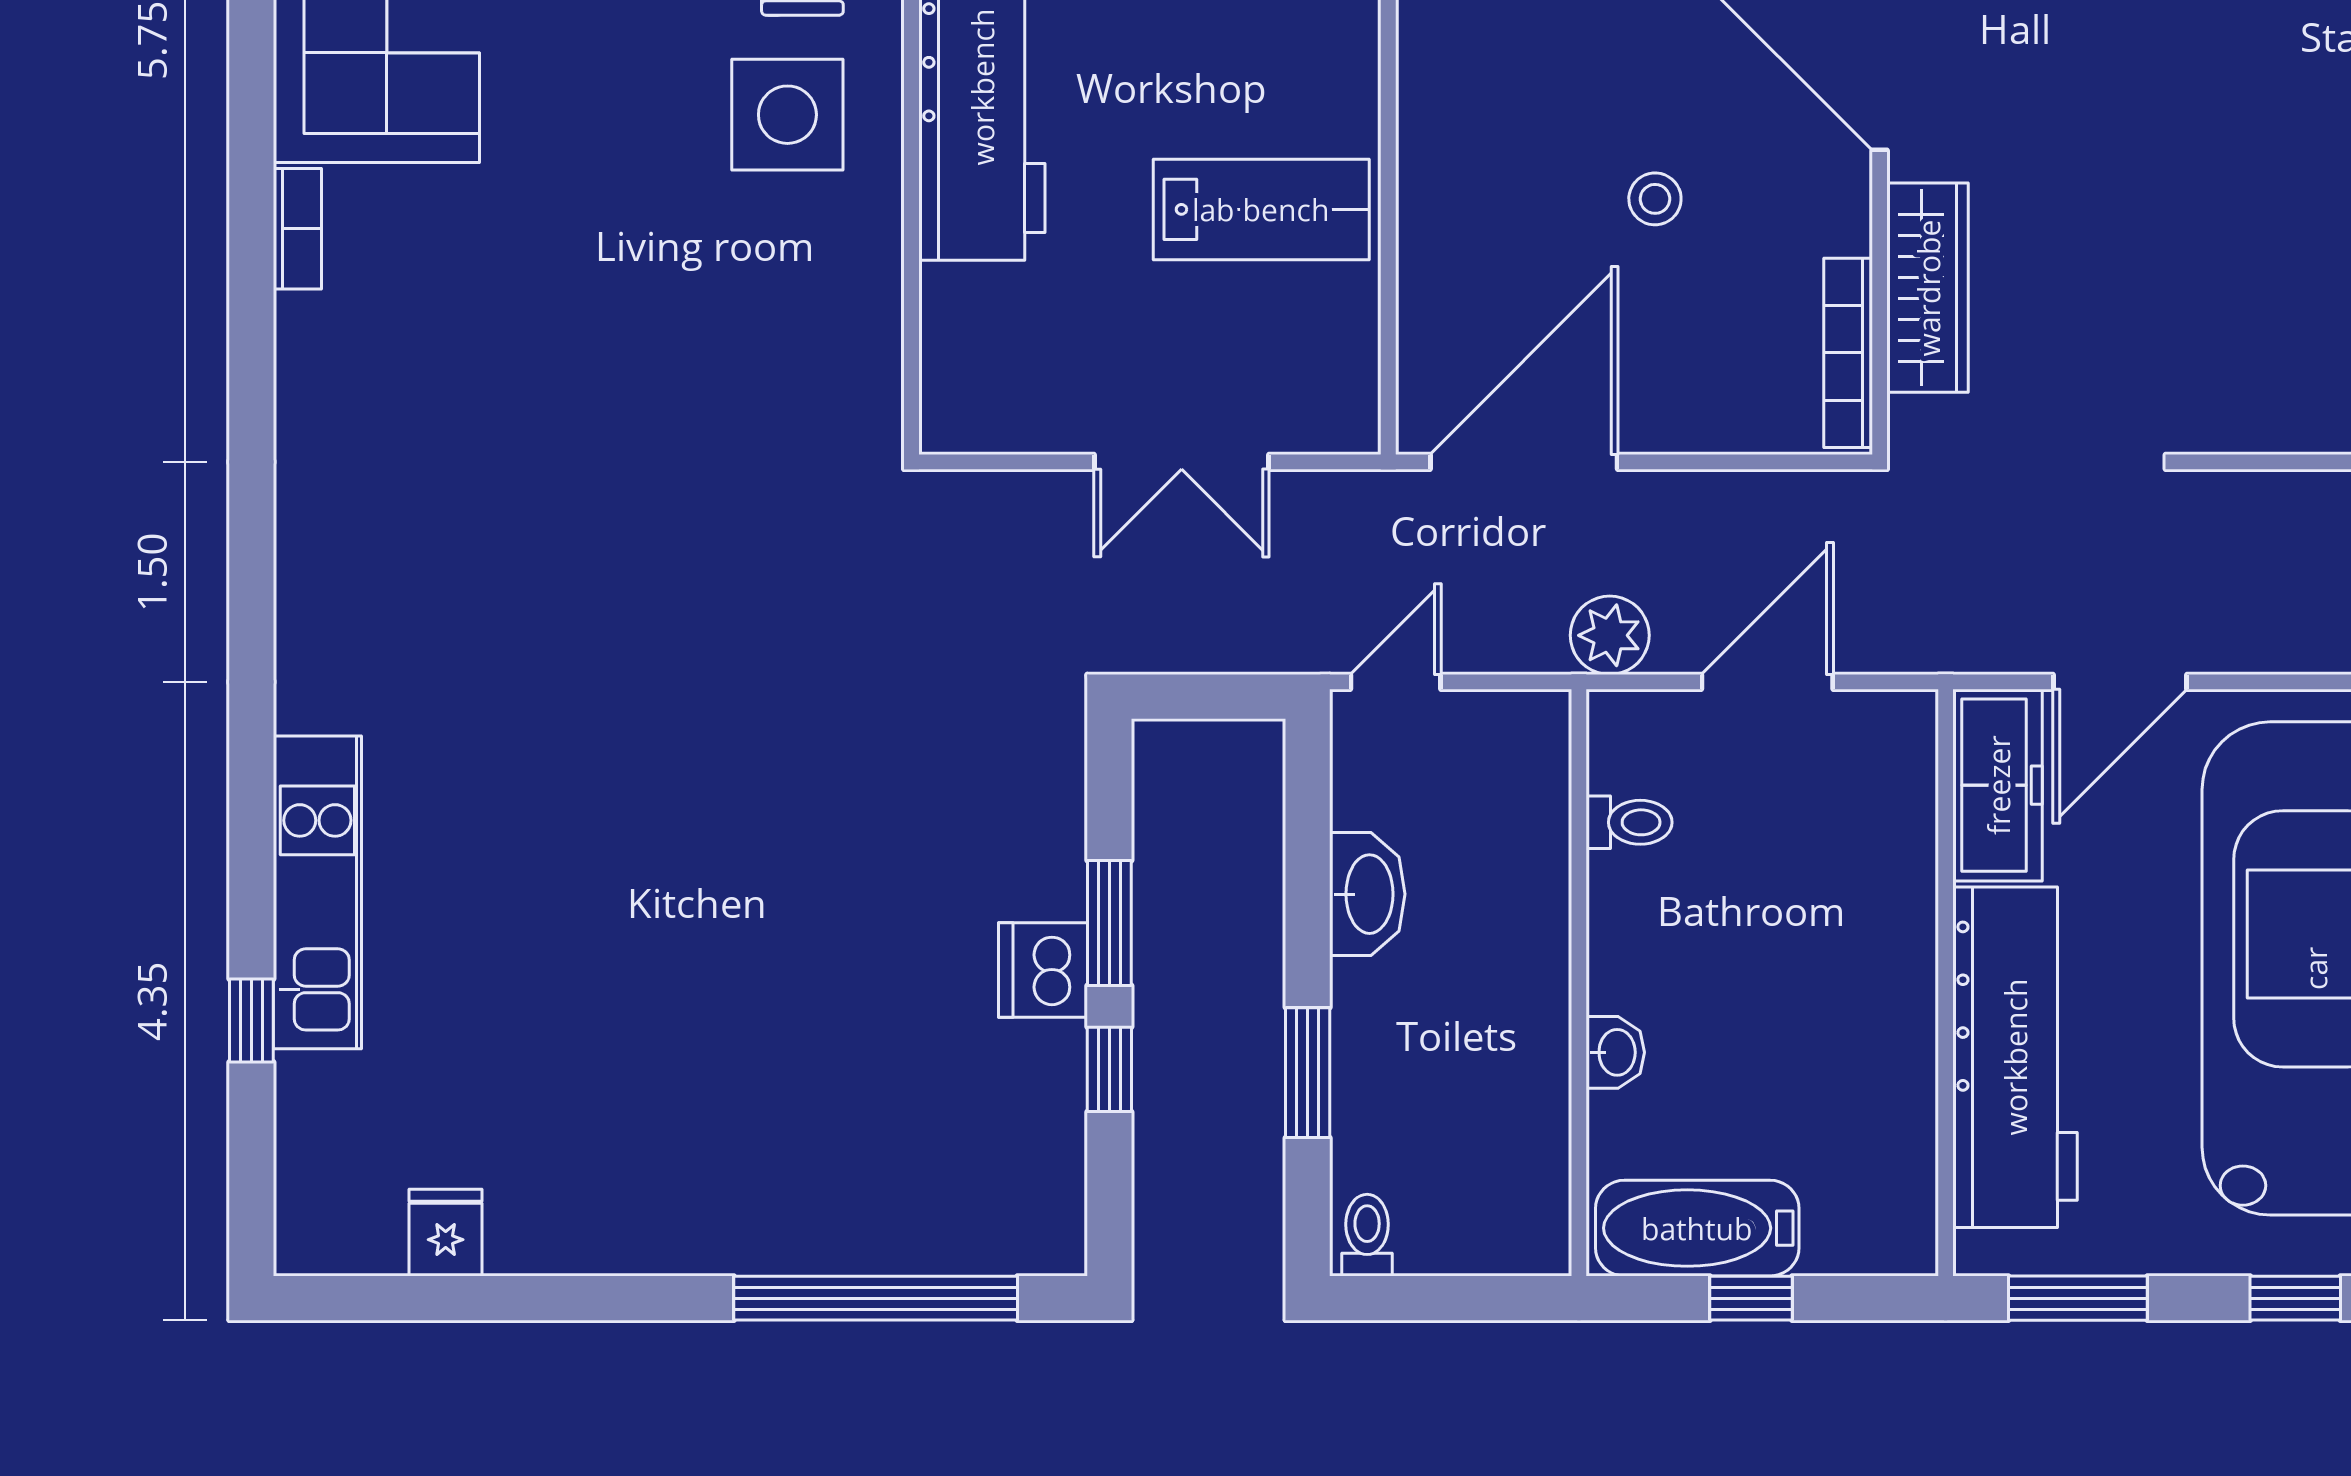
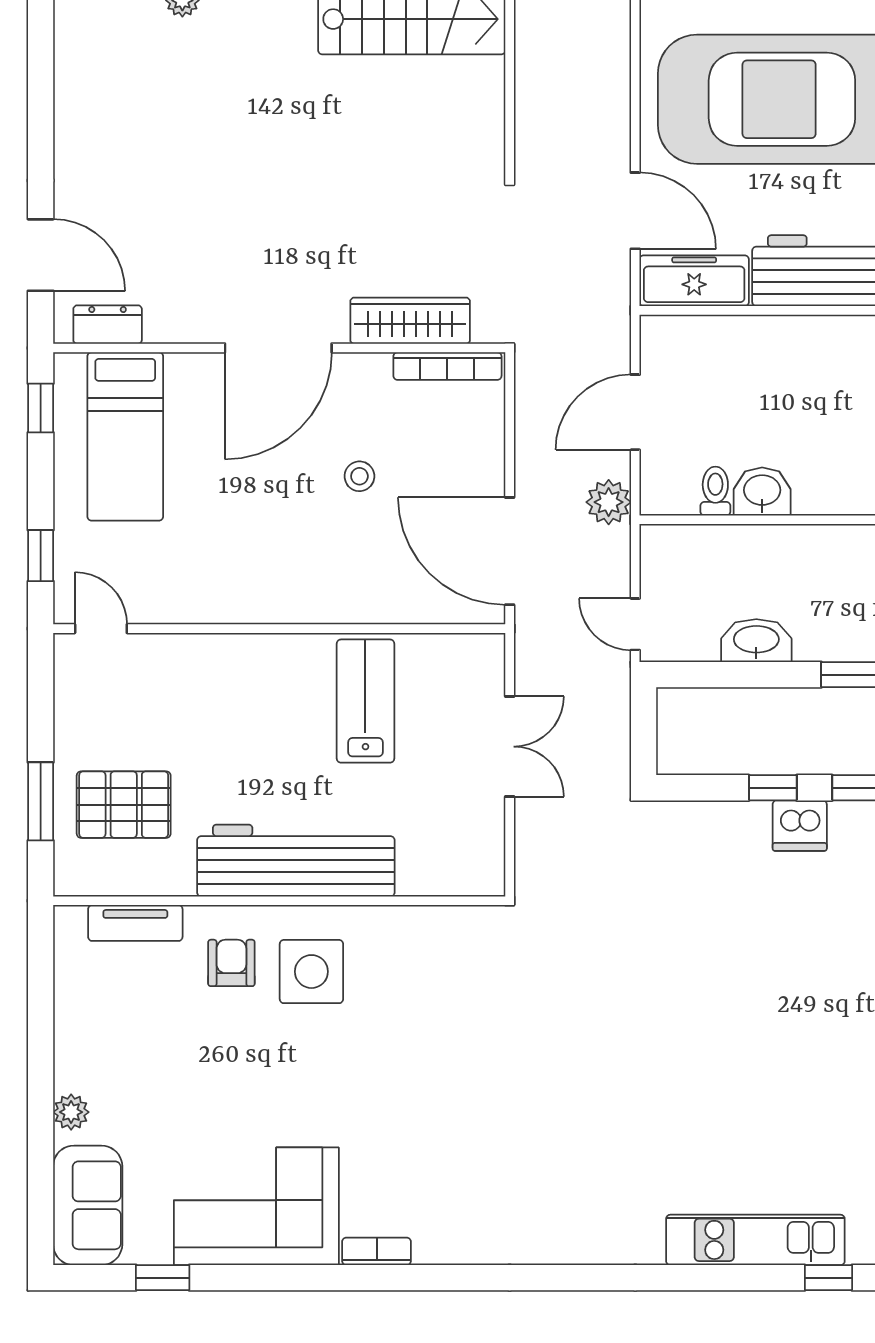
door: (1767, 682) -> (635, 412), hinge flipped
window: (1109, 923) -> (773, 788), width x0.67
washbasin: (1615, 1052) -> (762, 491), moved, width x1.38, depth x1.45

